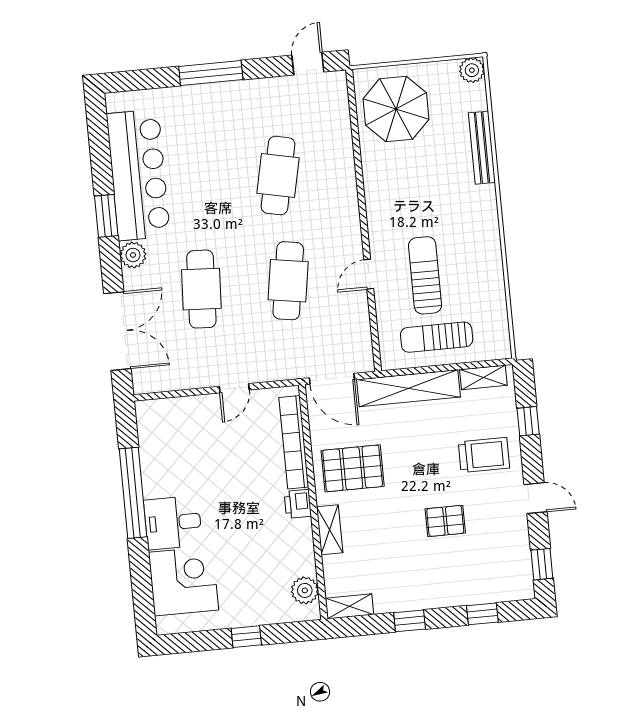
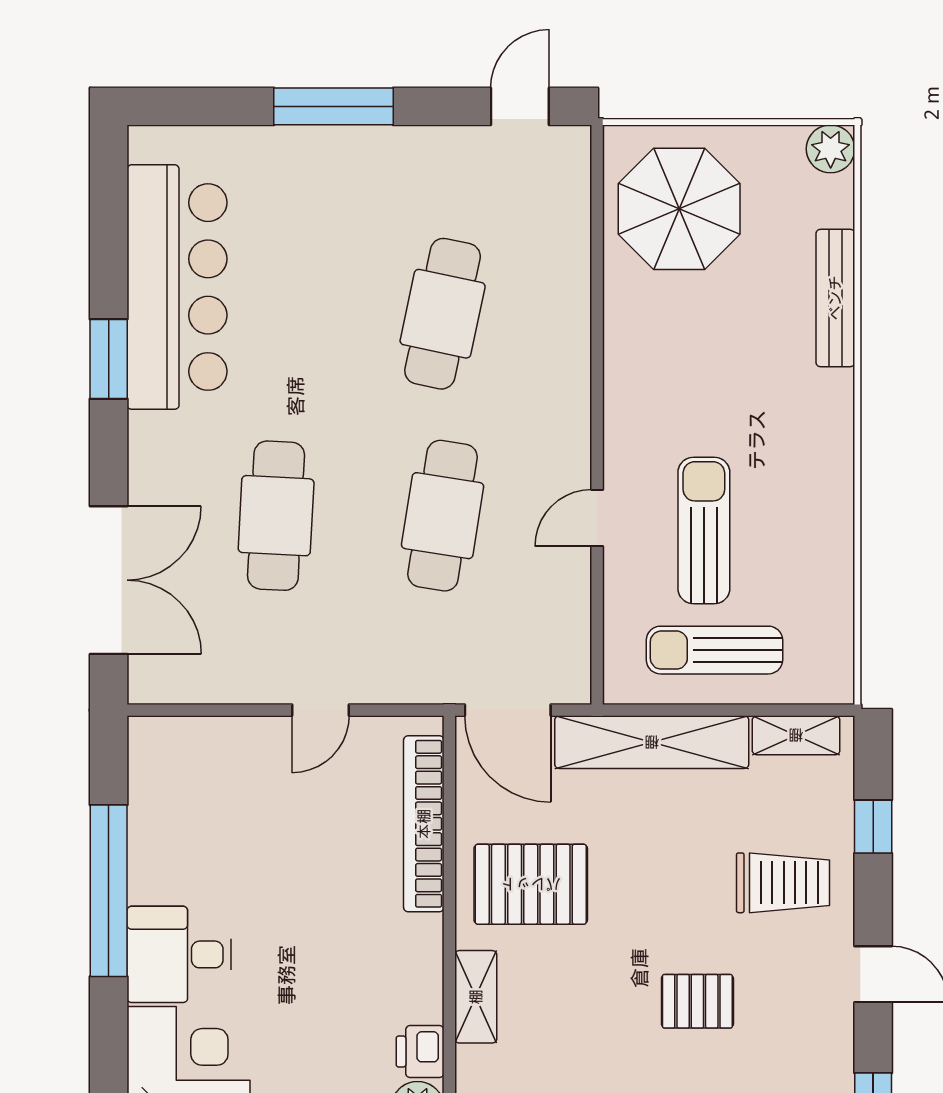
plant: (133, 255) -> (152, 438), removed
printer: (298, 504) -> (420, 1052), moved

